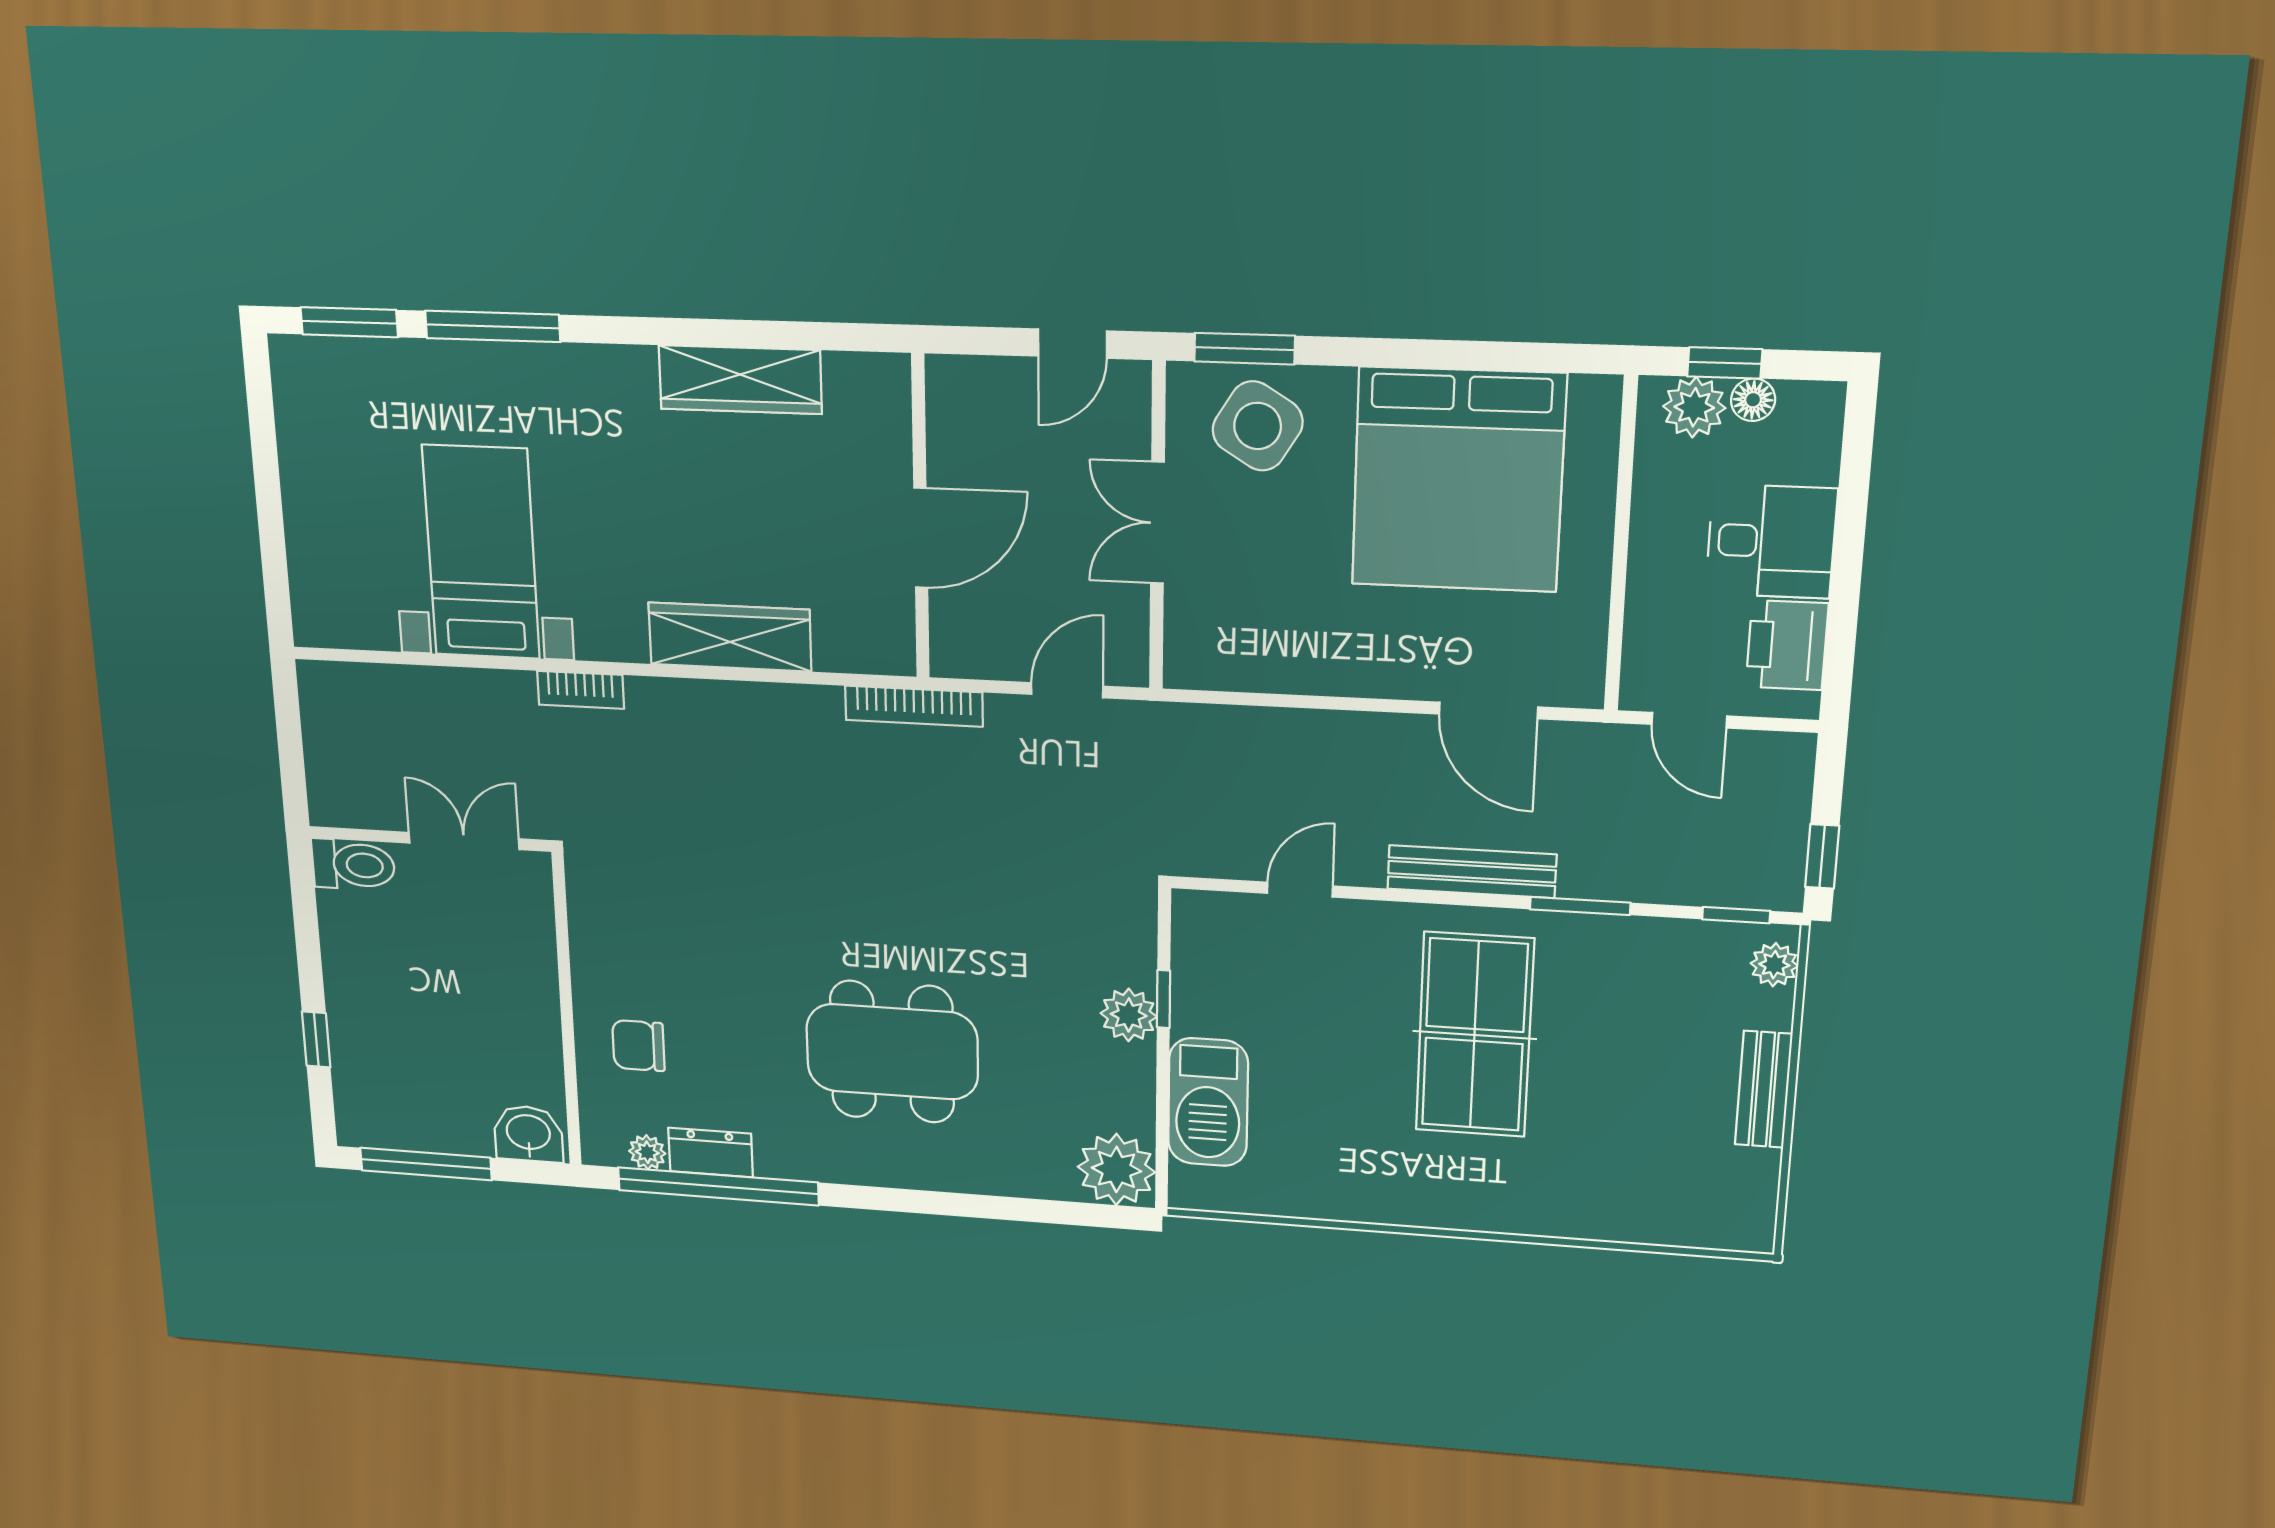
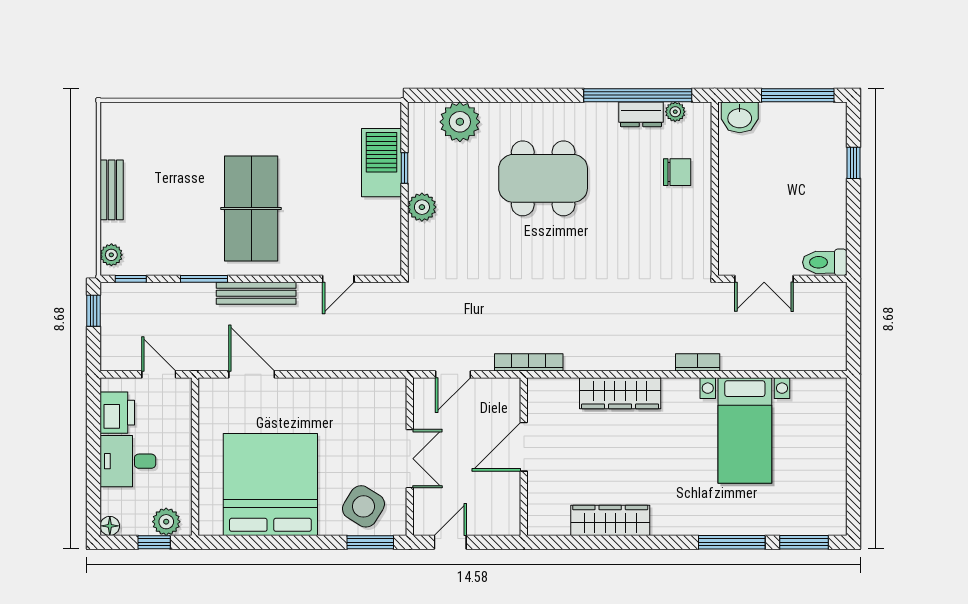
floor lamp: (1753, 400) -> (110, 526), moved
window: (1164, 999) -> (405, 168), moved
plant: (1116, 1169) -> (460, 122), moved

